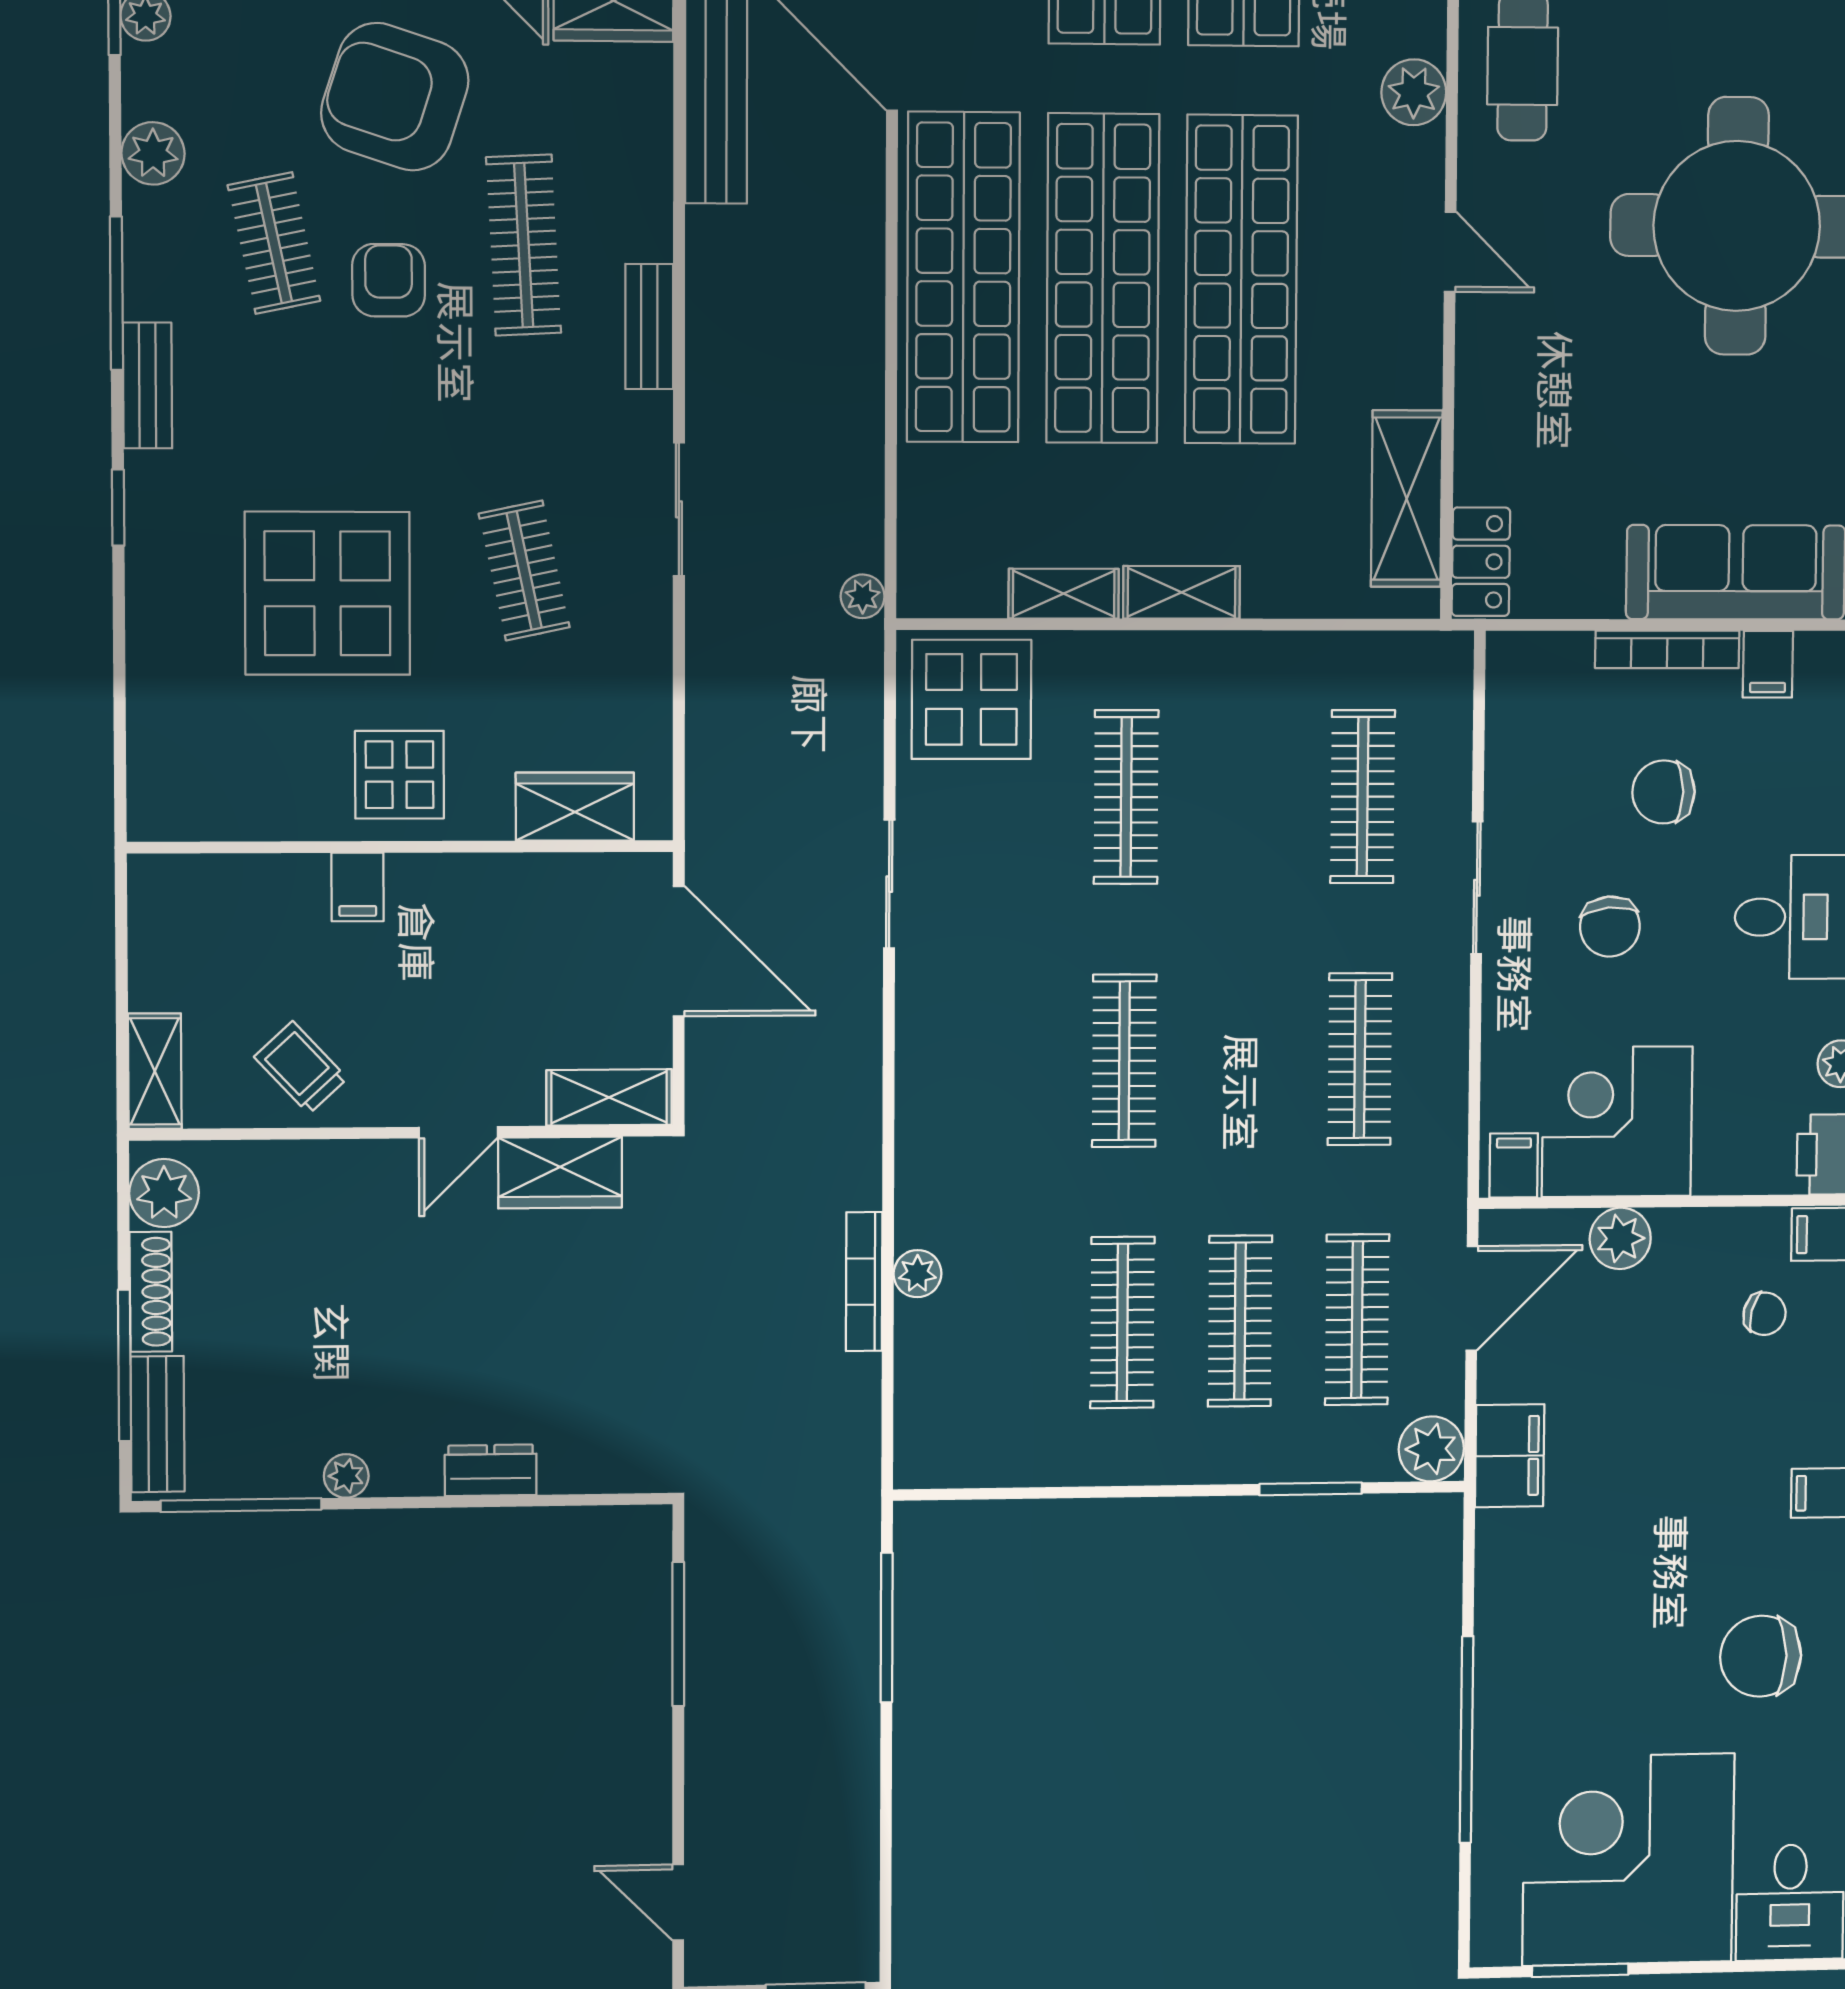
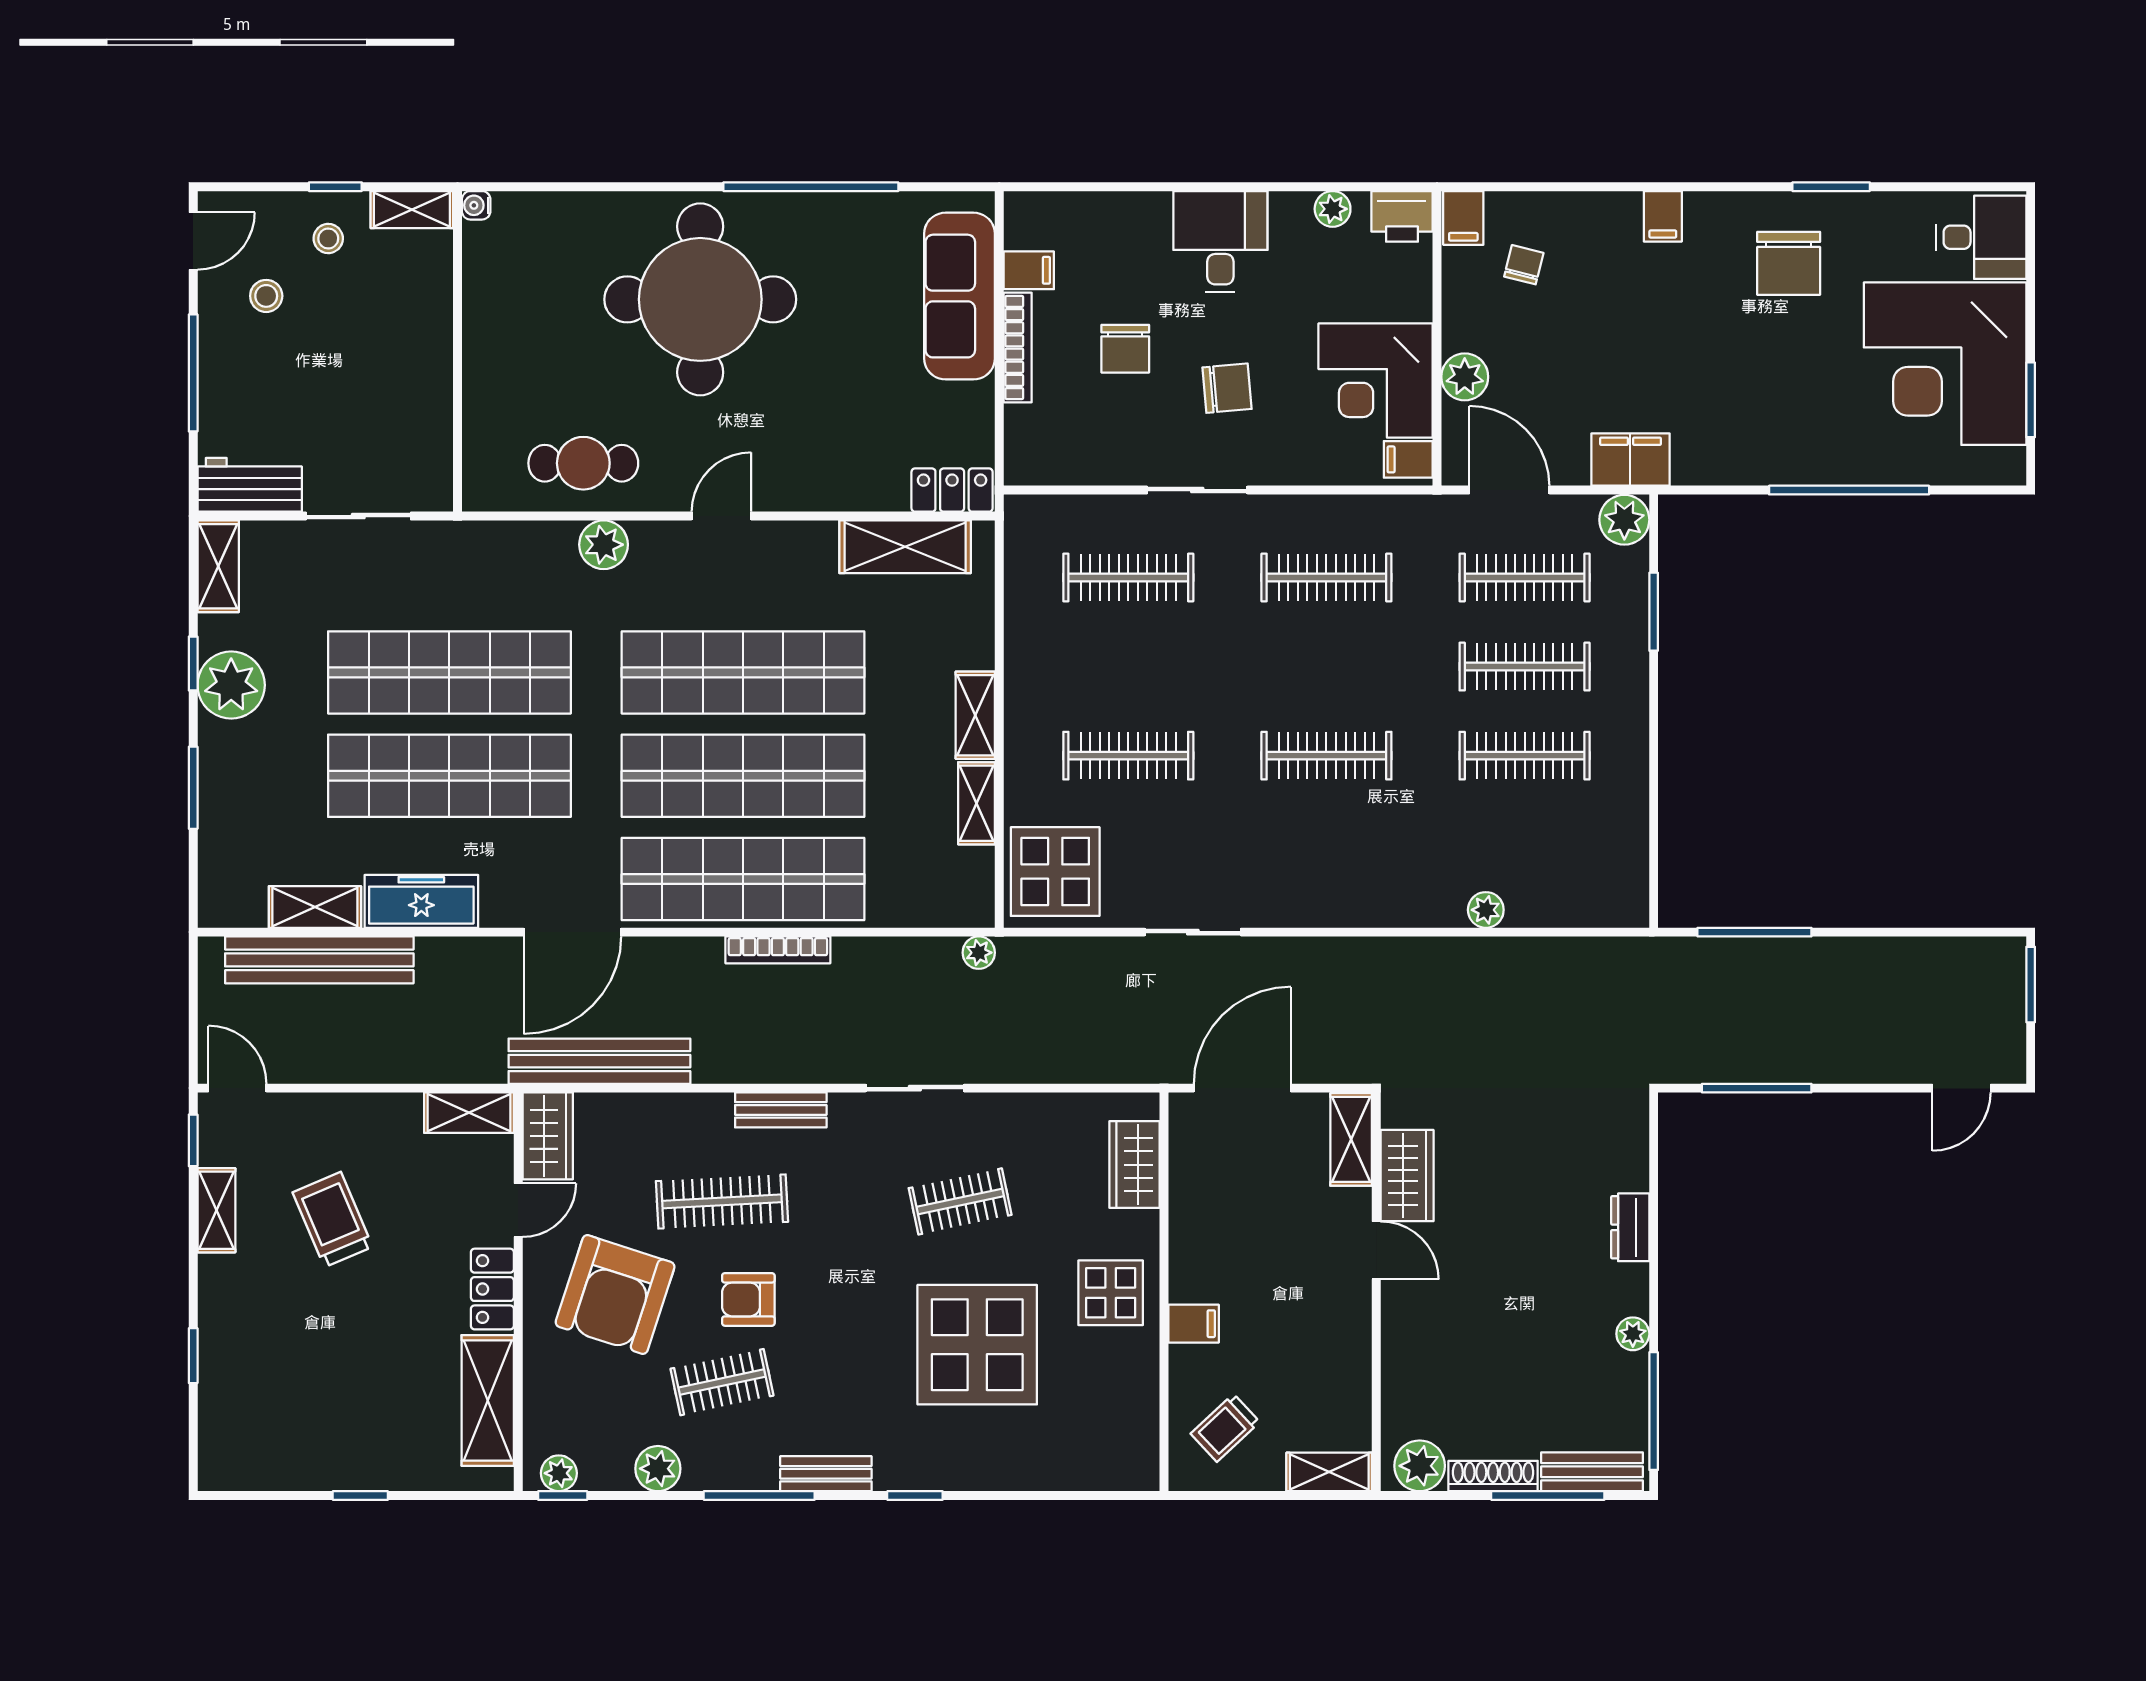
trolley: (301, 1068) -> (1225, 1428), moved
bookcase: (864, 1282) -> (778, 950), moved

